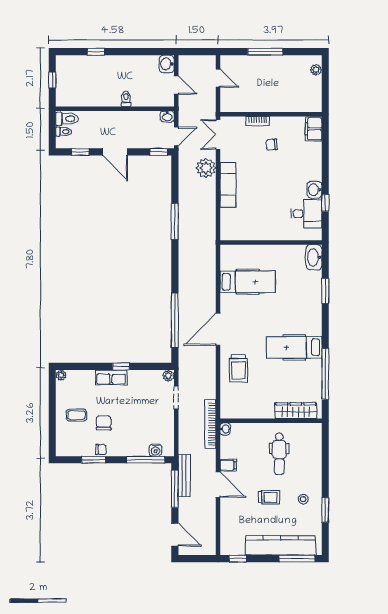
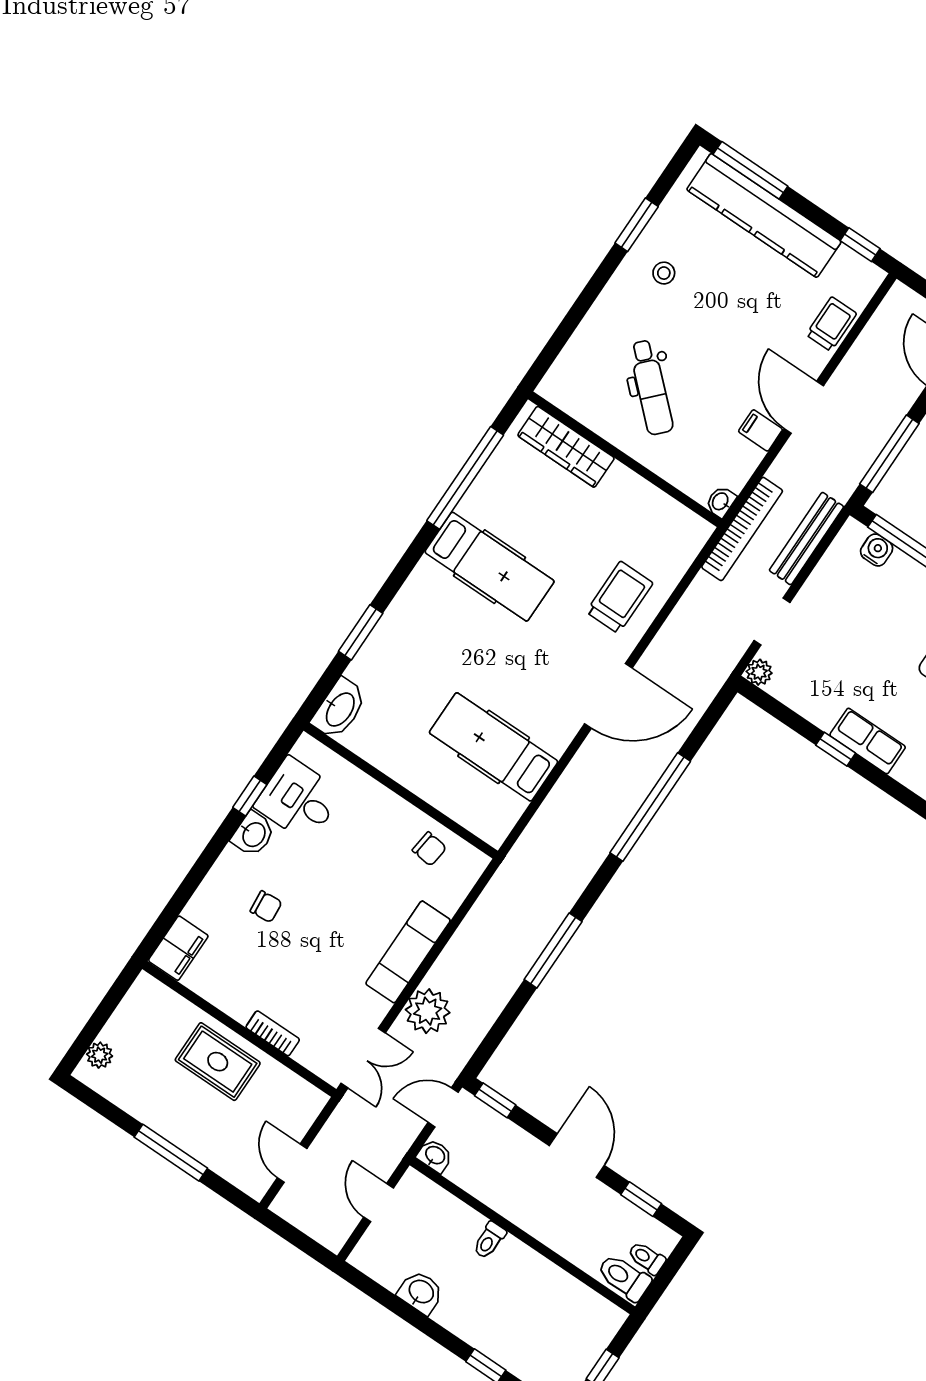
washbasin: (167, 64) -> (421, 1292), moved, turned -90
rug: (271, 97) -> (218, 1062), added
chair: (272, 145) -> (266, 907), moved
chair: (246, 228) -> (429, 849), added
window: (175, 320) -> (650, 807), moved
dental chair: (279, 454) -> (651, 387), turned 133
bench: (184, 475) -> (806, 539), moved
trolley: (269, 497) -> (831, 324), moved, turned 90

